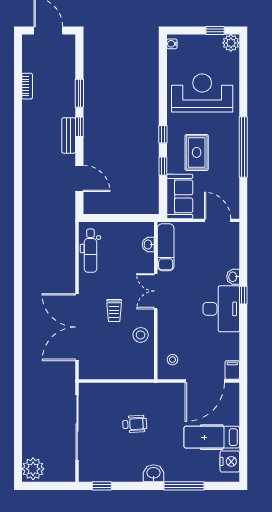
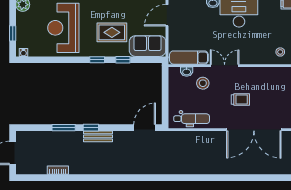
window: (215, 30) -> (13, 33), moved
door: (79, 178) -> (145, 128), moved
double door: (156, 291) -> (225, 66), swing flipped
stool: (141, 335) -> (203, 83), moved

